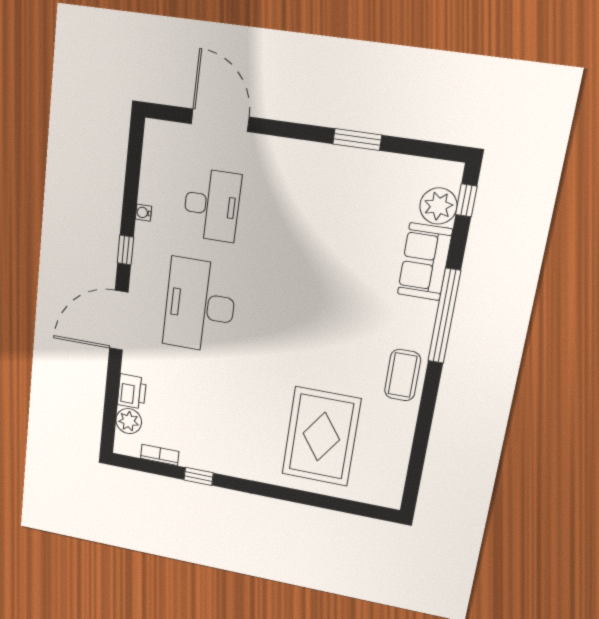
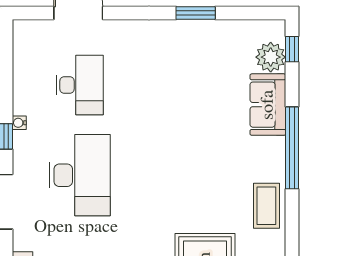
water cooler: (143, 213) -> (19, 123), moved
desk: (200, 306) -> (80, 175), turned 180

